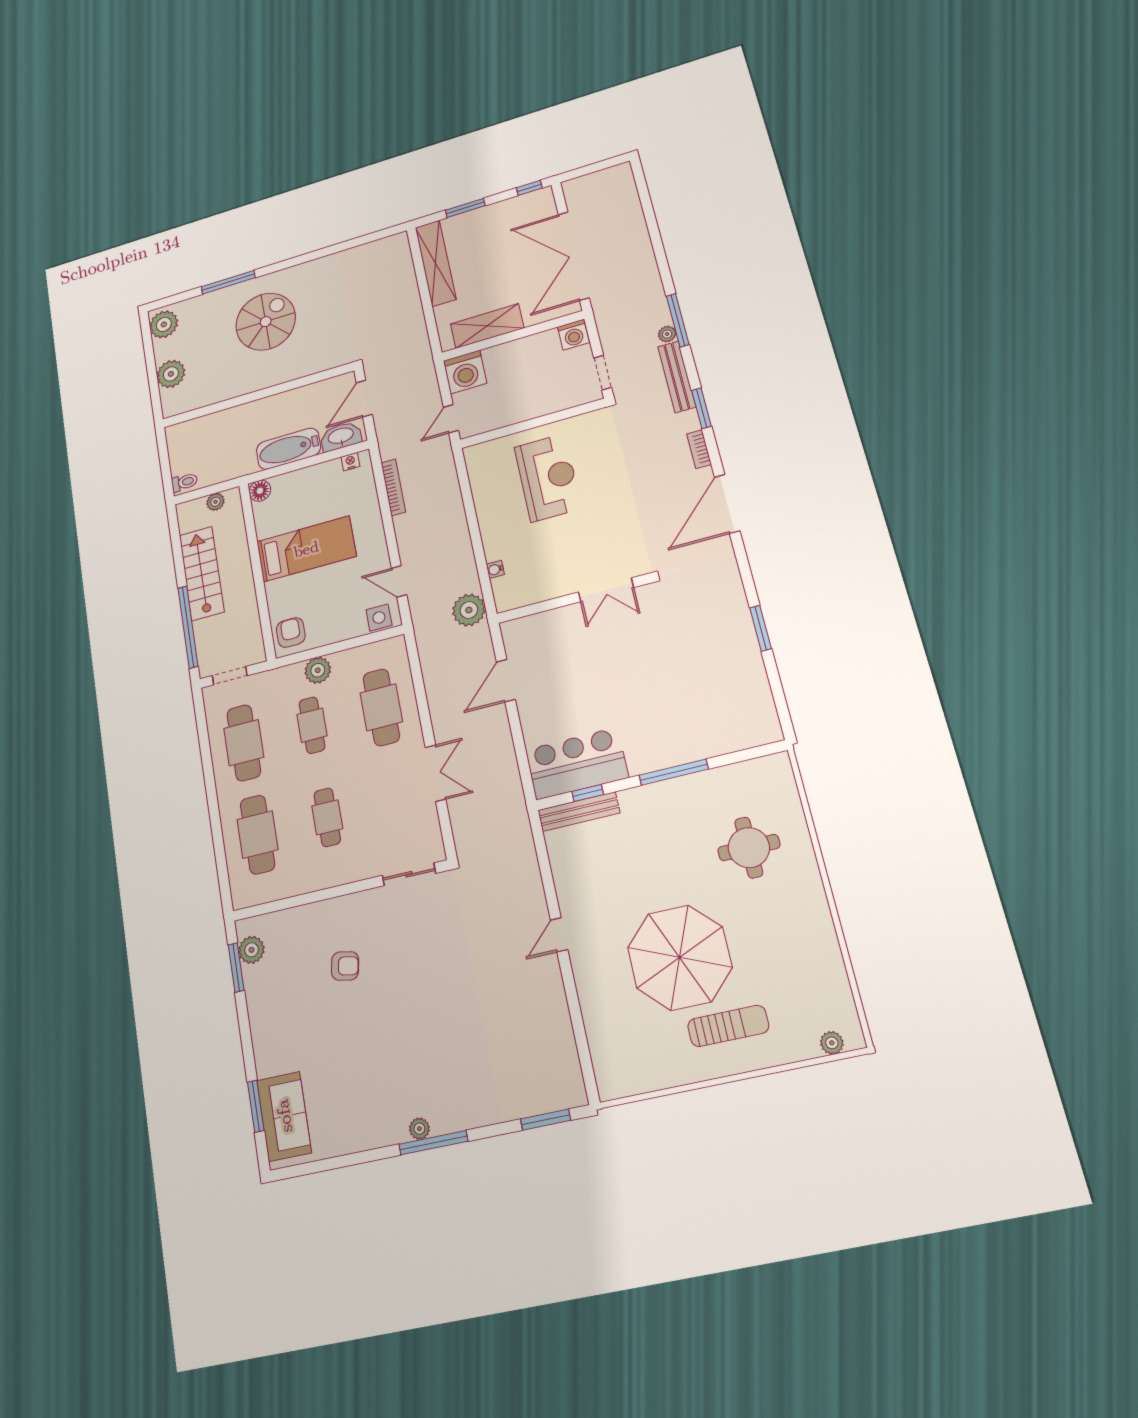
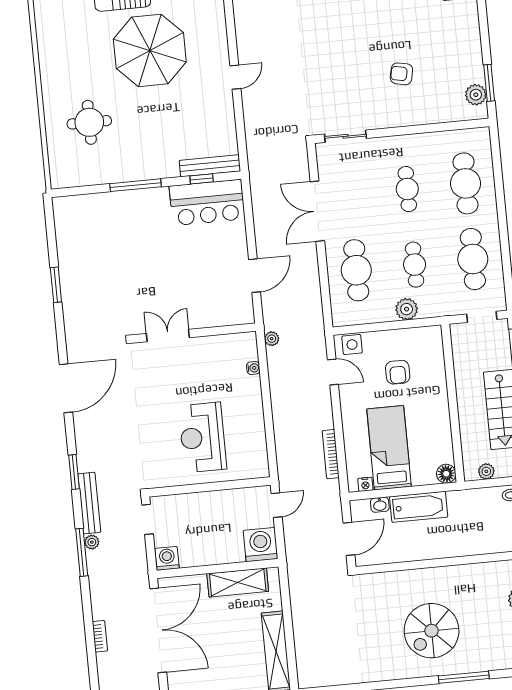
washbasin: (341, 436) -> (380, 505), width x0.52, depth x0.69
bookcase: (699, 449) -> (100, 636), moved
bed: (306, 549) -> (389, 448), moved, turned 90
plant: (469, 610) -> (272, 339), width x0.53, depth x0.53
armchair: (291, 632) -> (398, 372), moved
double door: (436, 773) -> (317, 211), width x1.37

